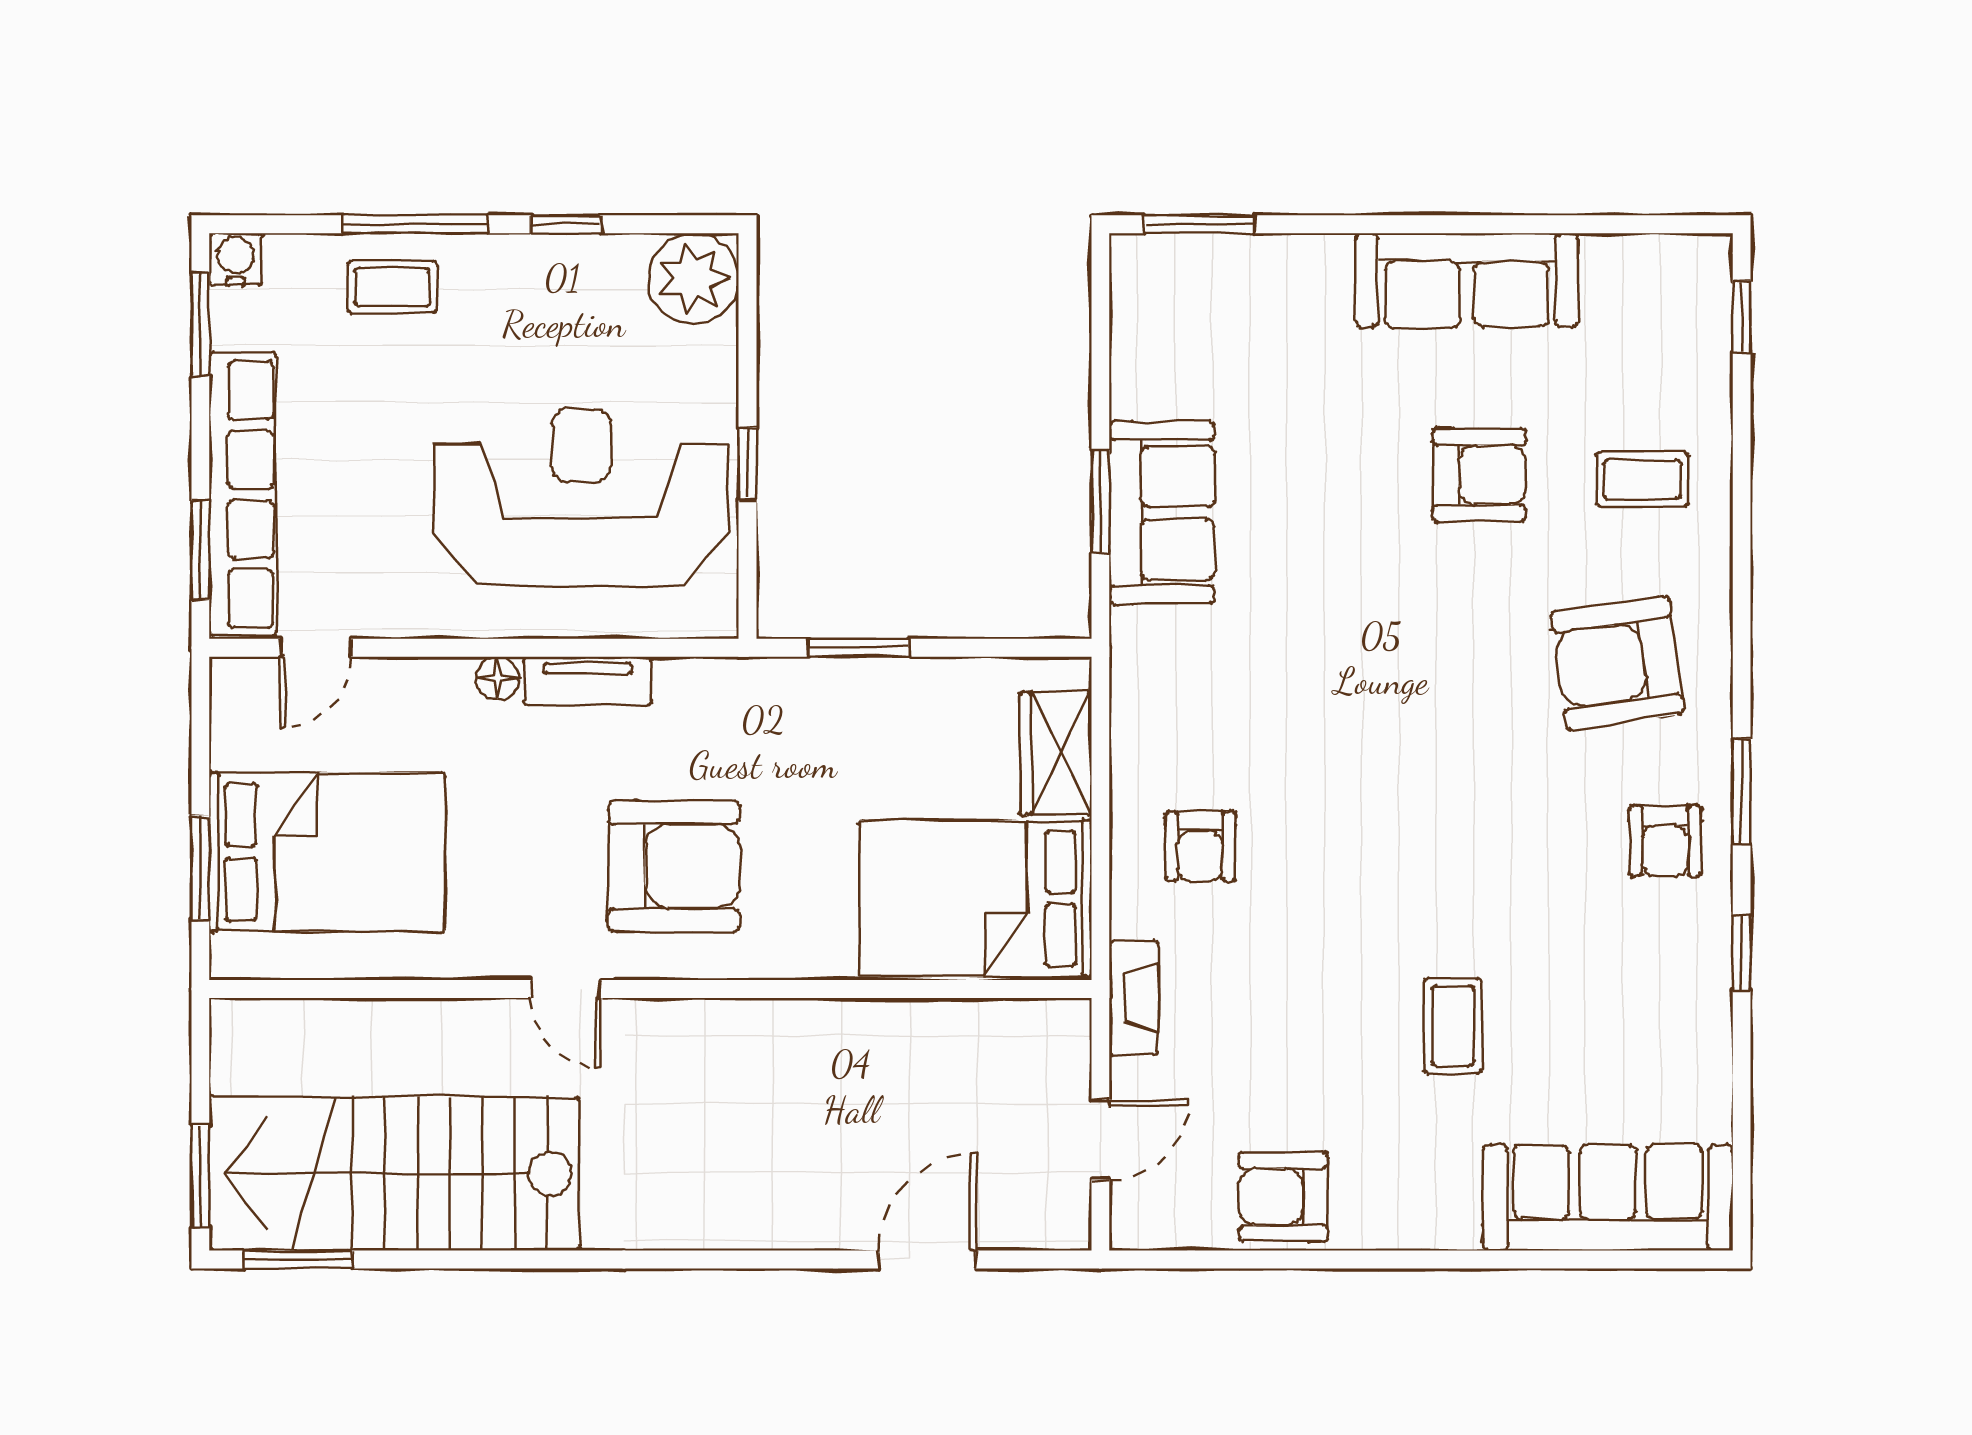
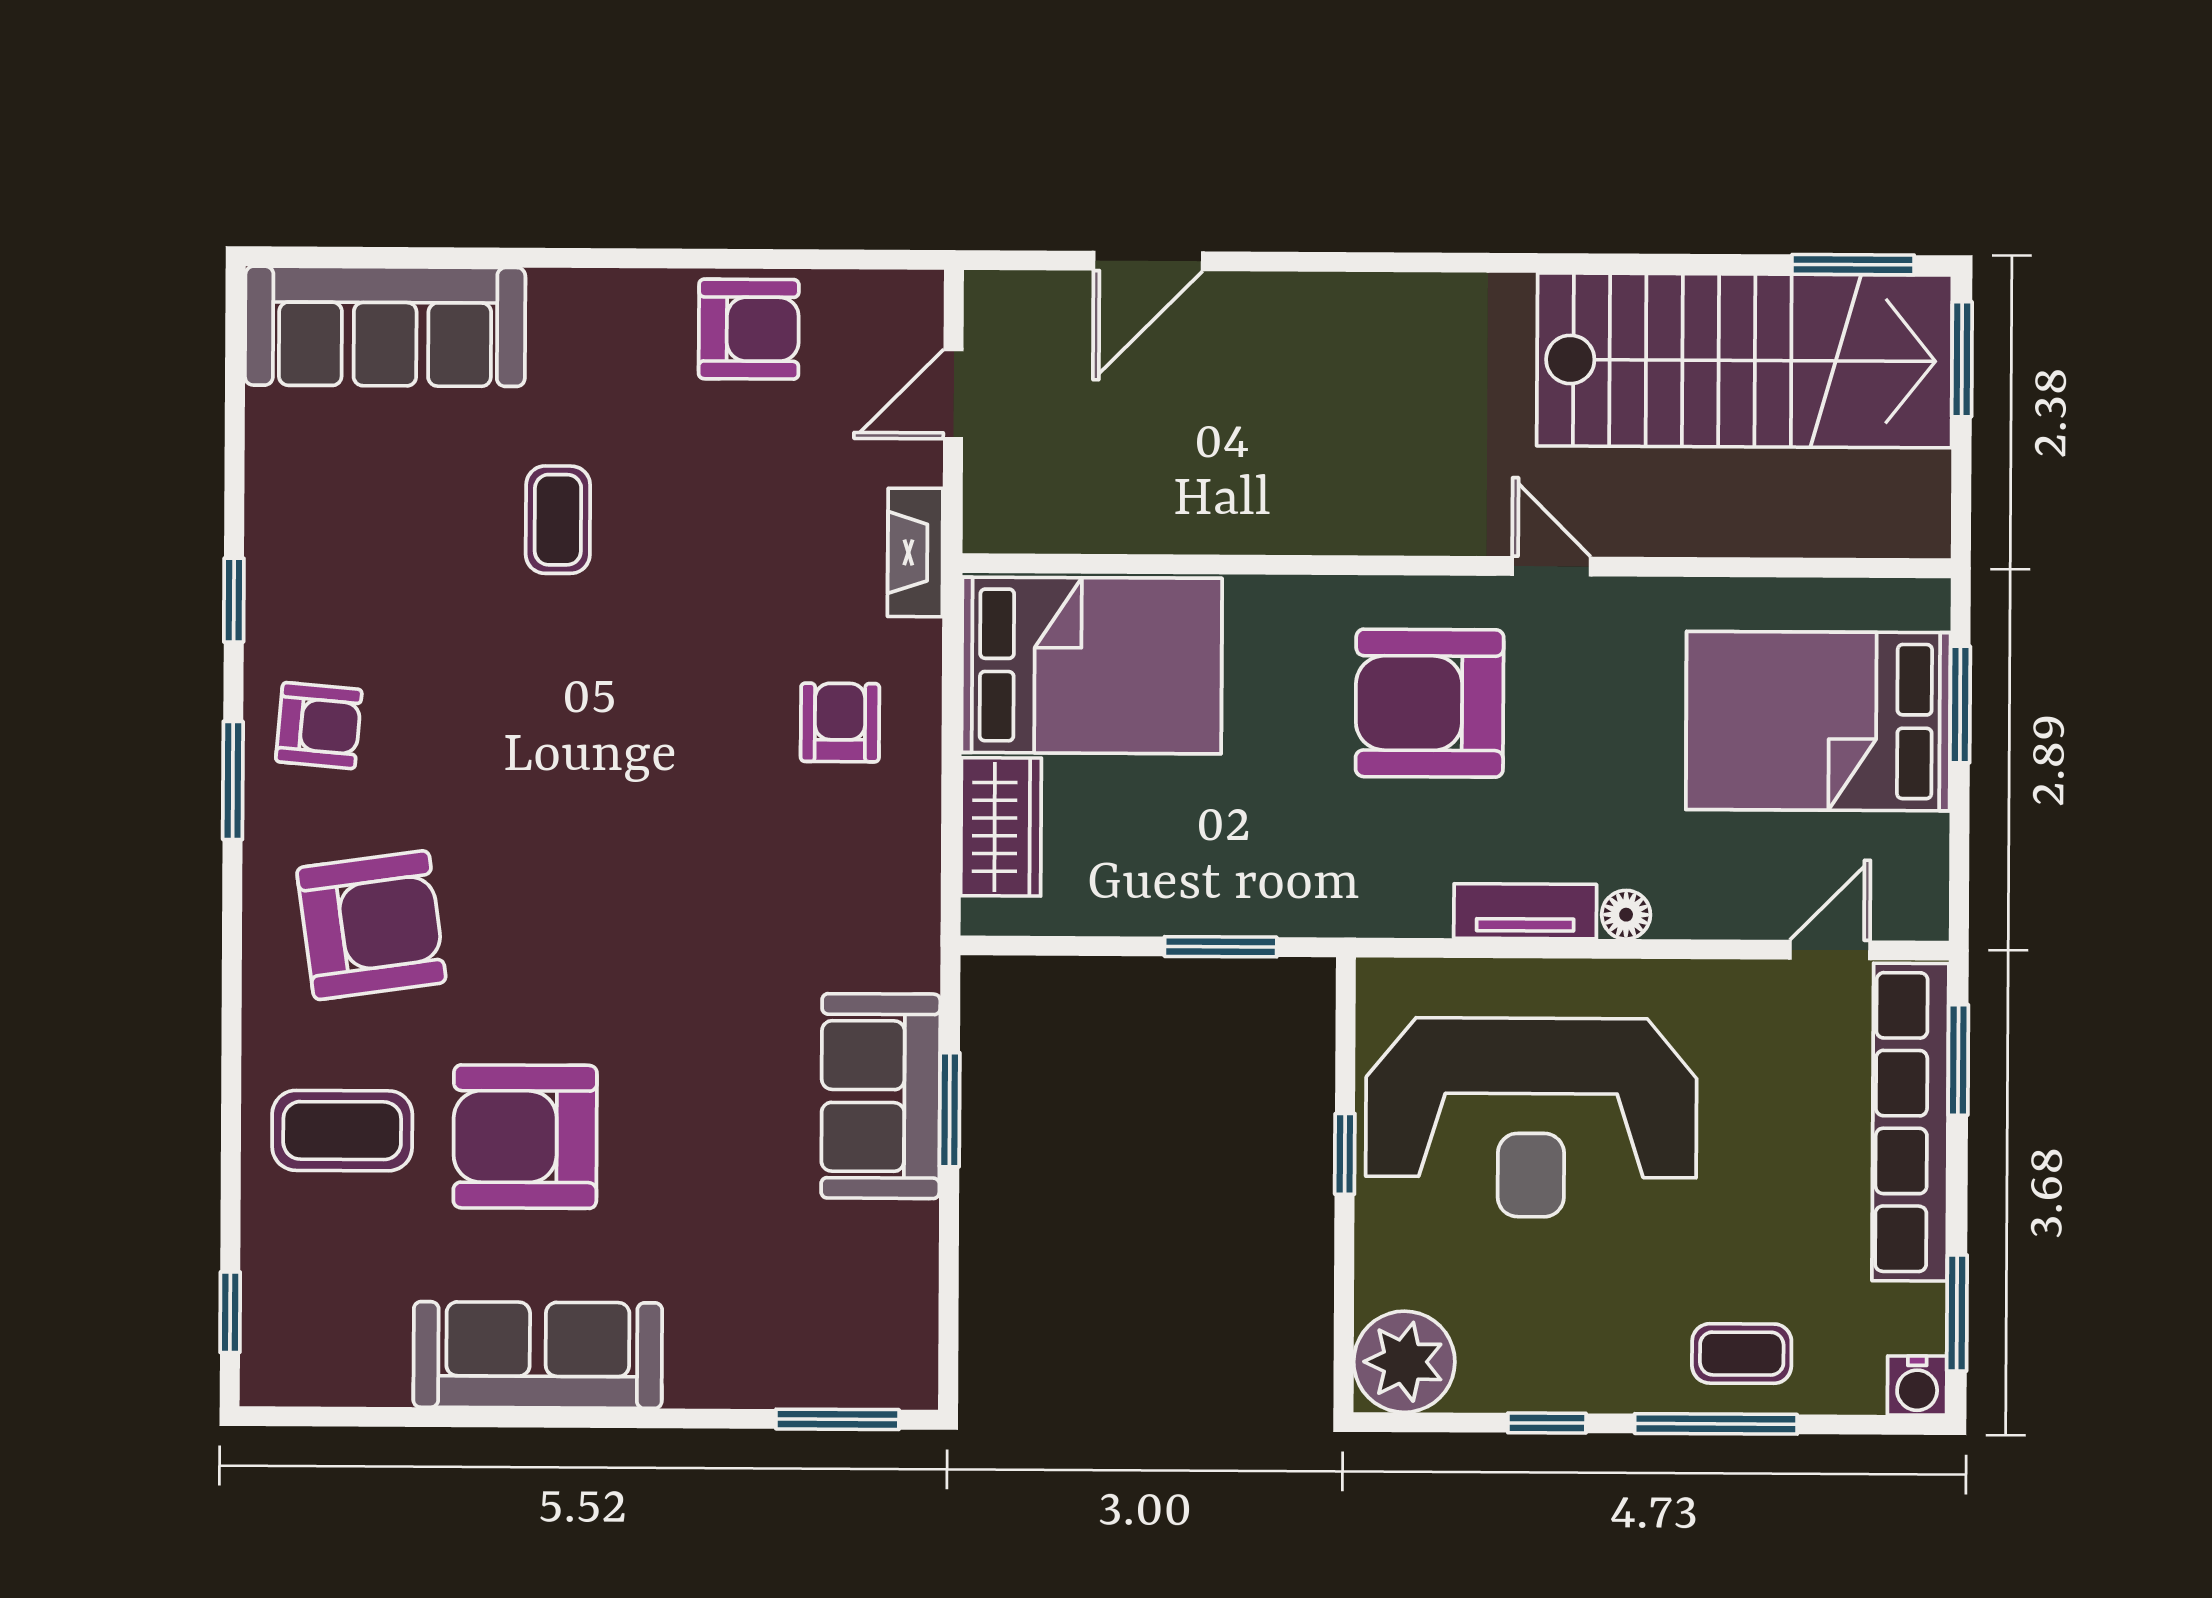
armchair: (1479, 475) -> (525, 1137), width x1.36, depth x1.36
coffee table: (1642, 480) -> (342, 1131), width x1.36, depth x1.30
armchair: (1665, 841) -> (319, 726), turned 95

